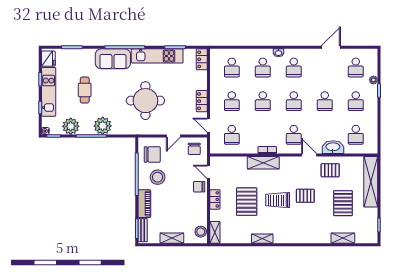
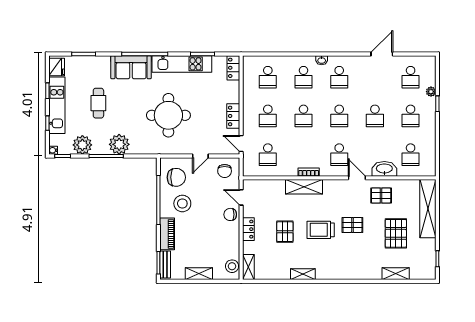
pallet: (247, 202) -> (285, 232), width x0.67, depth x0.71

